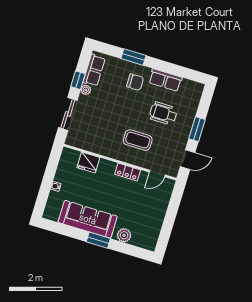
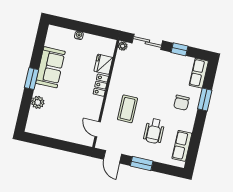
row of seats: (94, 70) -> (199, 73), moved, turned 90
row of seats: (165, 80) -> (182, 146), moved
plant: (86, 90) -> (123, 46), moved
wheelchair: (163, 113) -> (154, 131), turned 180
locker: (128, 172) -> (101, 85), moved
sofa: (88, 219) -> (50, 67), width x0.73

